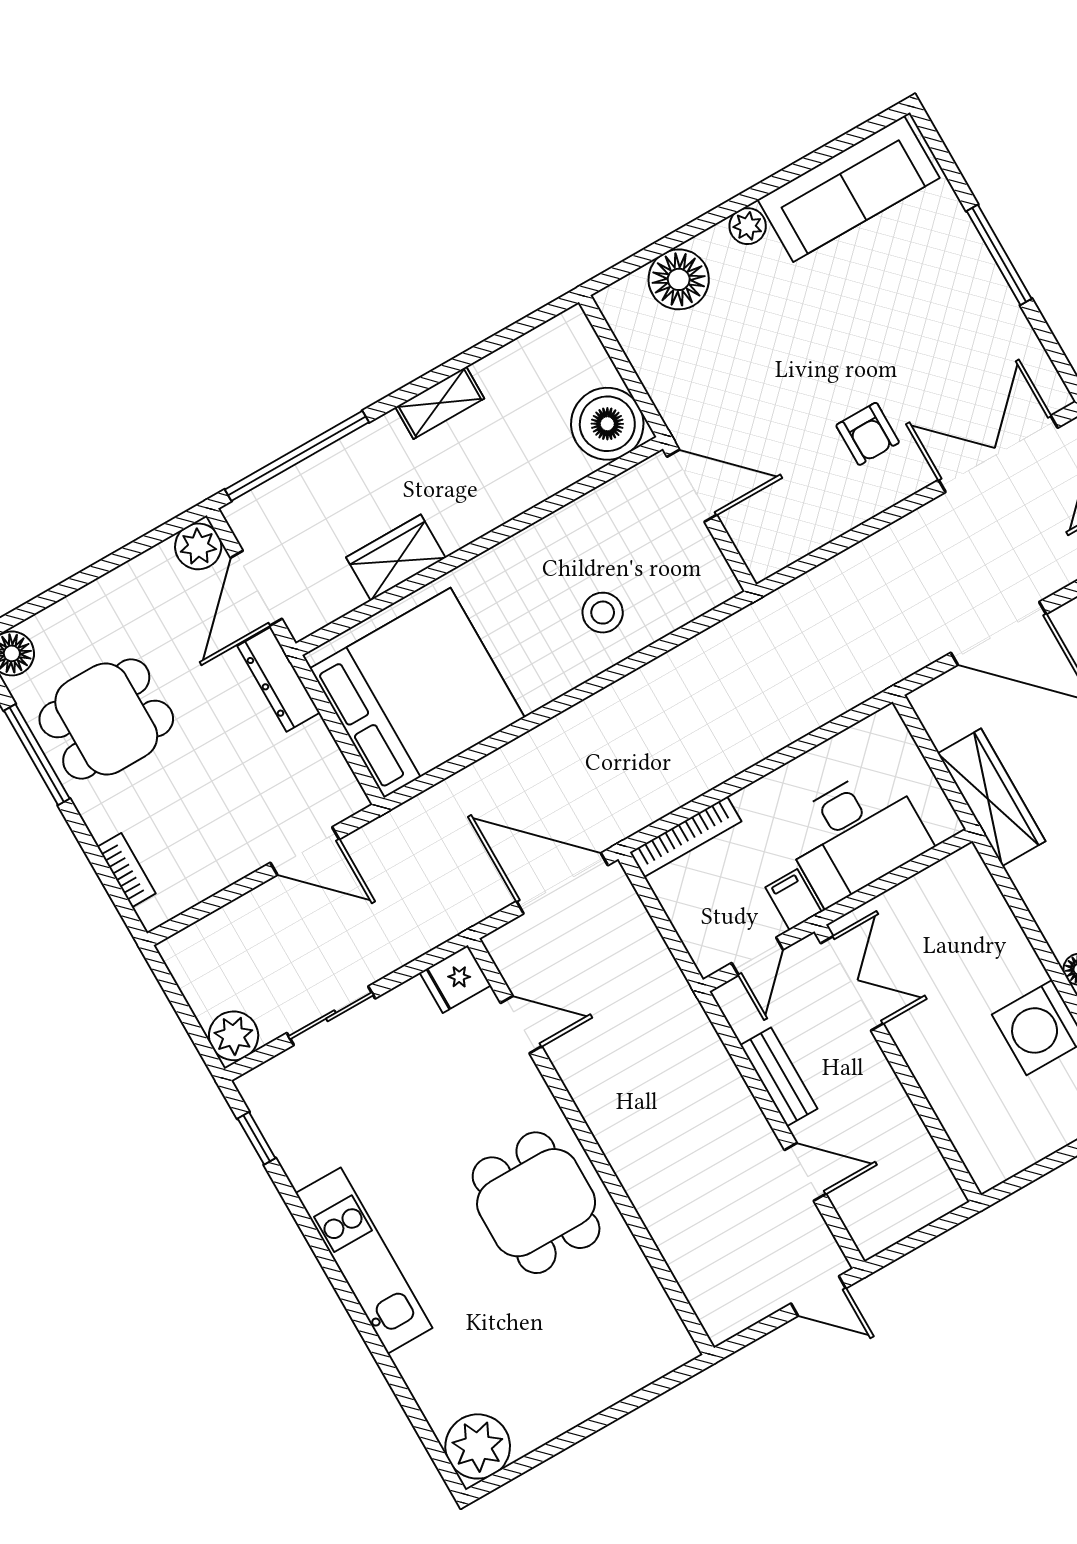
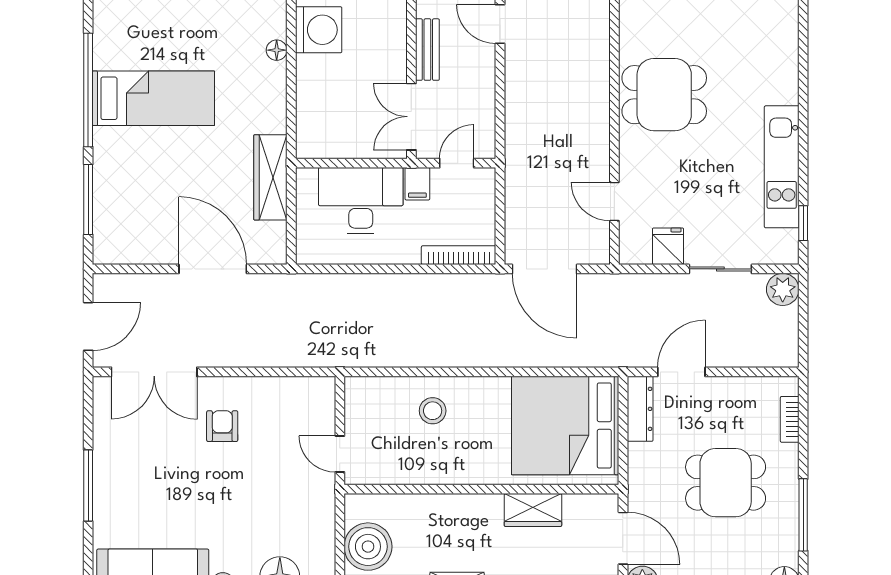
boiler: (607, 424) -> (368, 547), moved
door: (692, 486) -> (340, 454), width x0.73
door: (256, 588) -> (623, 538), hinge flipped
dresser: (279, 679) -> (640, 409), moved
dining table: (106, 719) -> (726, 483), moved
door: (305, 851) -> (681, 372), hinge flipped
fridge: (455, 979) -> (668, 246), moved, turned -90
bench: (779, 1077) -> (427, 50), moved
dining table: (536, 1203) -> (664, 95), turned 90
kitchen unit: (364, 1261) -> (782, 167), moved

